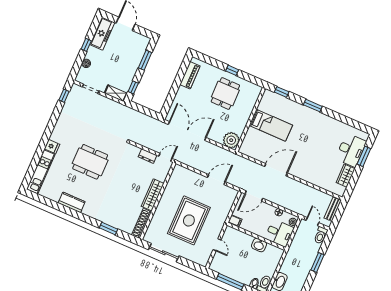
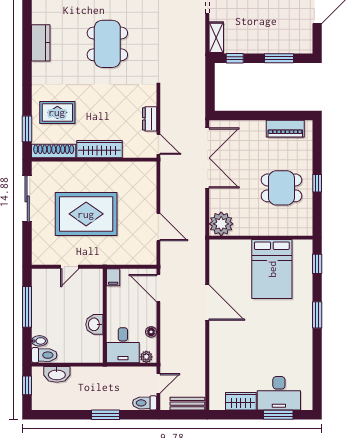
bed: (271, 125) -> (272, 269), width x1.50
rug: (119, 211) -> (57, 112), added
window: (109, 229) -> (27, 129), moved

